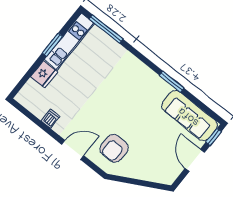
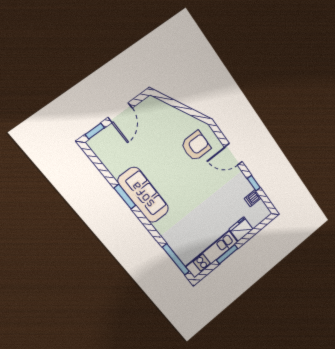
sofa: (189, 116) -> (143, 195), moved
dishwasher: (51, 119) -> (253, 198), moved
window: (43, 126) -> (254, 183), added

